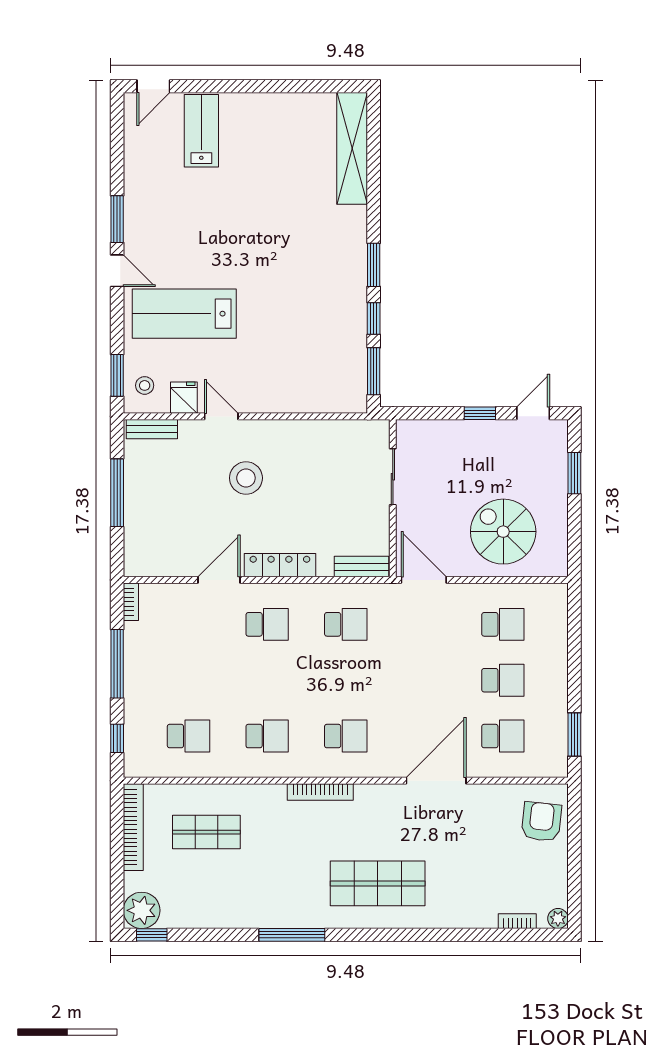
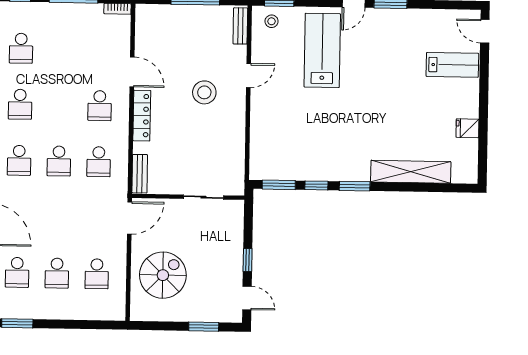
shelving: (352, 148) -> (411, 172), moved
fridge: (184, 398) -> (467, 128), moved, turned 180
school desk: (346, 680) -> (59, 161), added

